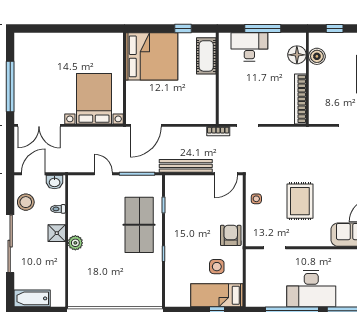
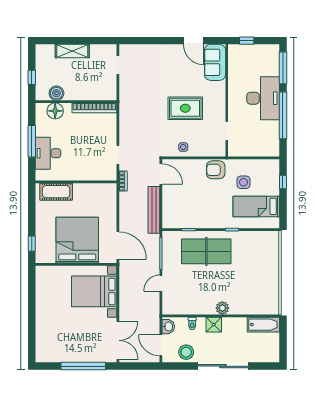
window: (183, 29) -> (32, 244), moved
bed: (152, 56) -> (77, 240), moved
bed: (217, 295) -> (256, 206), moved, turned 90
bathtub: (32, 298) -> (263, 325), moved, turned -90

